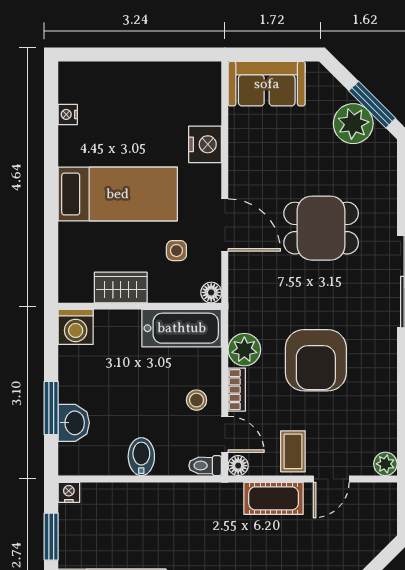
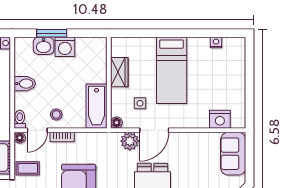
nightstand: (205, 144) -> (220, 119), moved
washing machine: (76, 327) -> (65, 47), moved, turned -90
plant: (244, 350) -> (130, 141), moved

